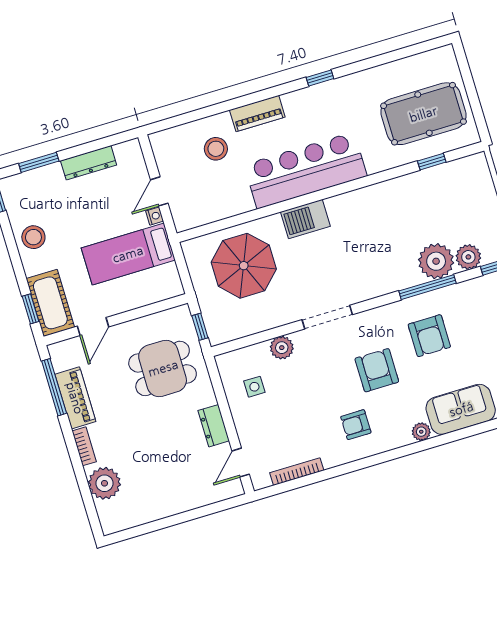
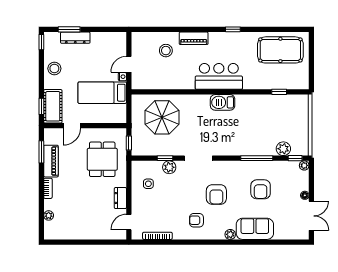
pool table: (423, 114) -> (280, 50), moved
dresser: (89, 163) -> (75, 38), moved
bar counter: (306, 170) -> (219, 76), width x0.73
barbecue: (305, 219) -> (223, 102), moved
plant: (436, 261) -> (265, 146), removed
window: (270, 334) -> (165, 158), added
armchair: (429, 336) -> (261, 189), moved
dining table: (163, 368) -> (102, 159), turned 90
armchair: (377, 370) -> (216, 195), turned 180
window: (54, 387) -> (41, 152), width x0.69
plant: (104, 483) -> (49, 215), width x0.53, depth x0.53

